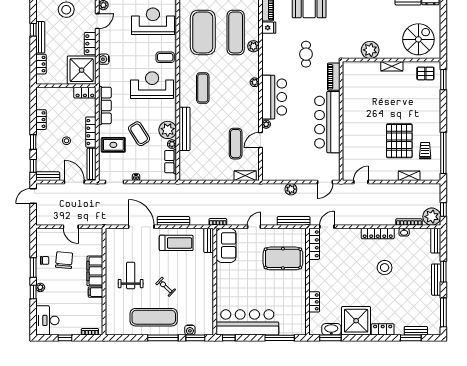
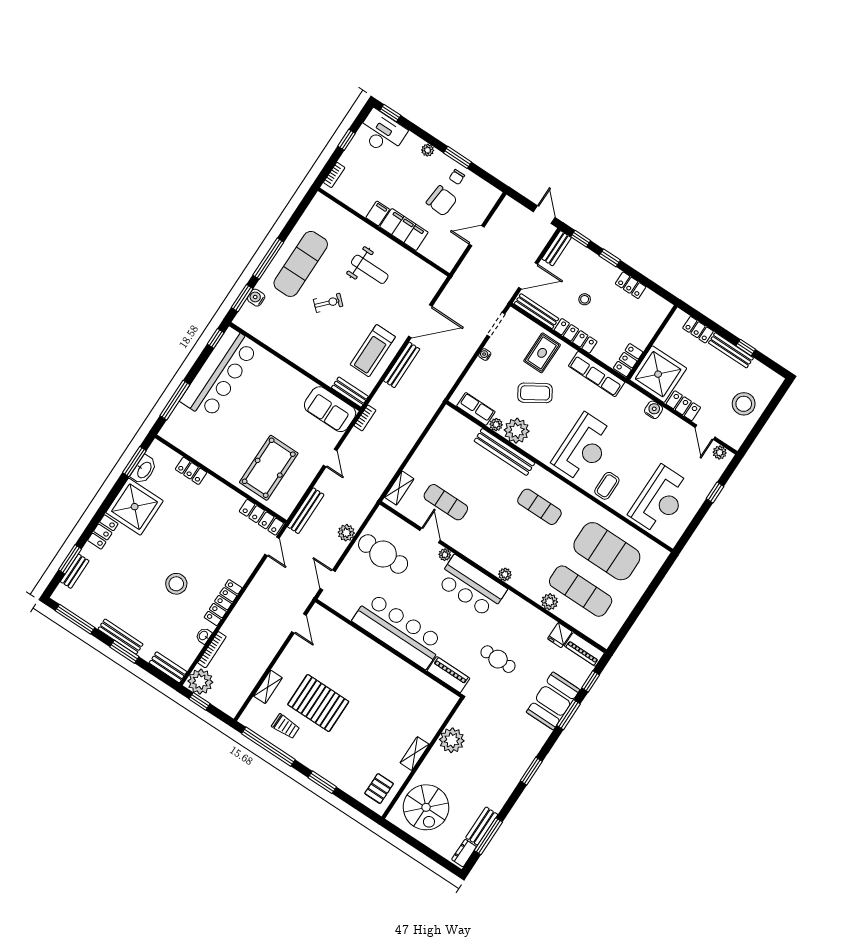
window: (443, 80) -> (322, 782), moved
cafe table: (289, 160) -> (383, 554), added
window: (33, 292) -> (390, 113), moved

